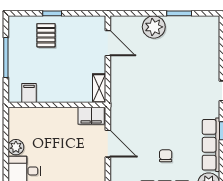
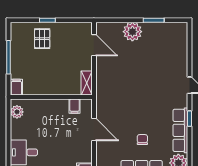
filing cabinet: (29, 93) -> (16, 87), moved
filing cabinet: (91, 116) -> (75, 106), width x0.50
plant: (16, 147) -> (17, 112), moved

